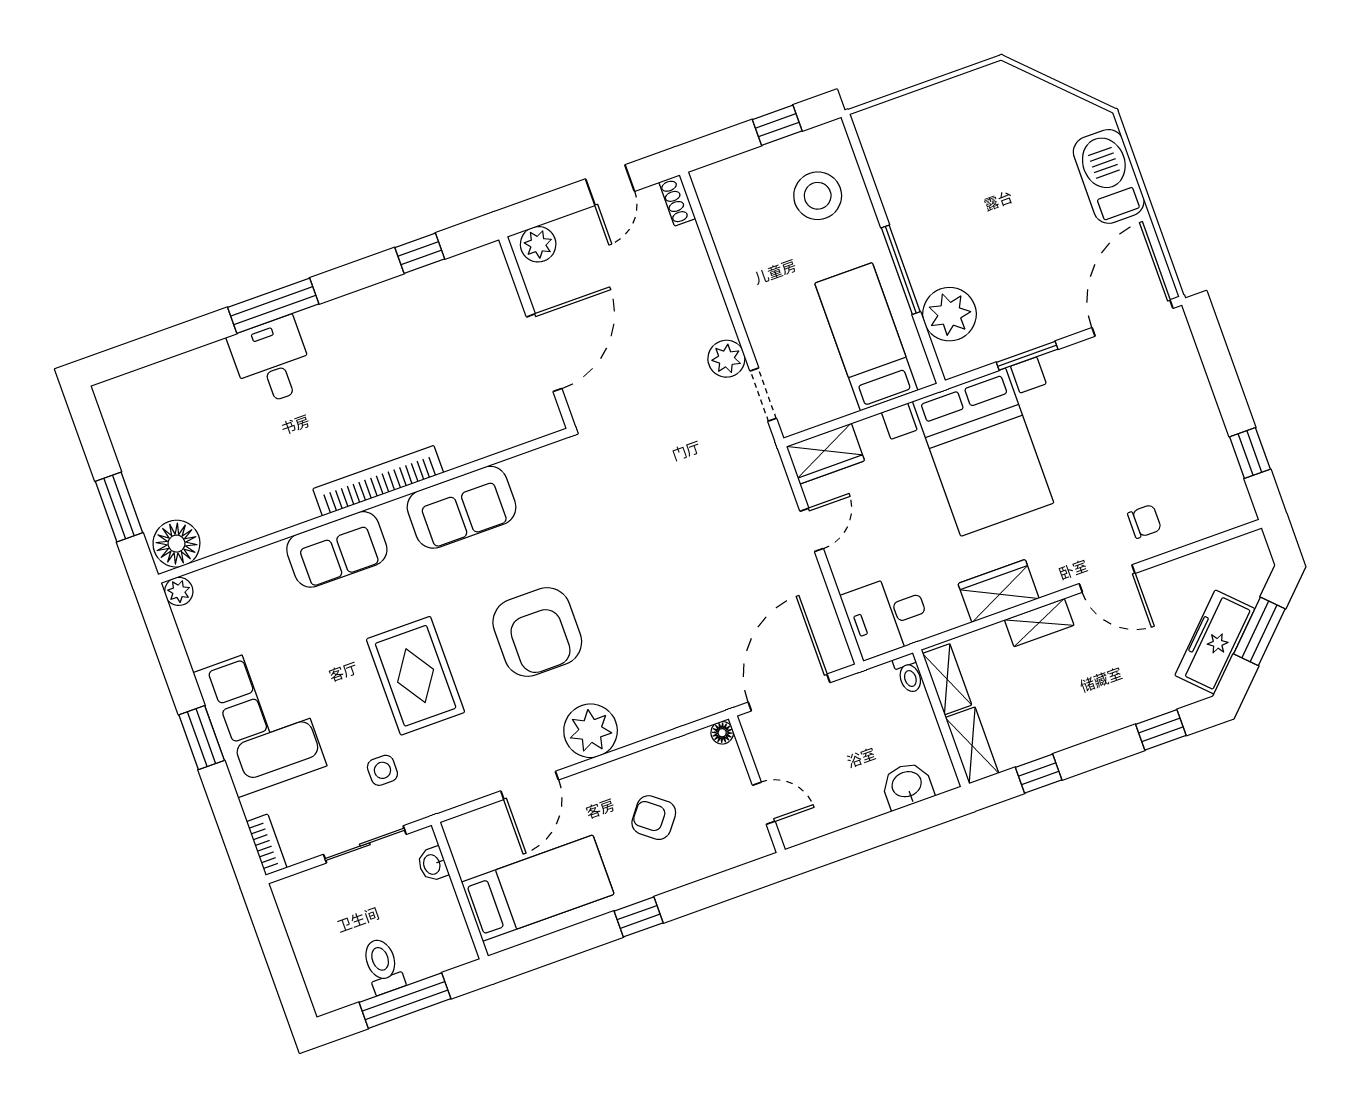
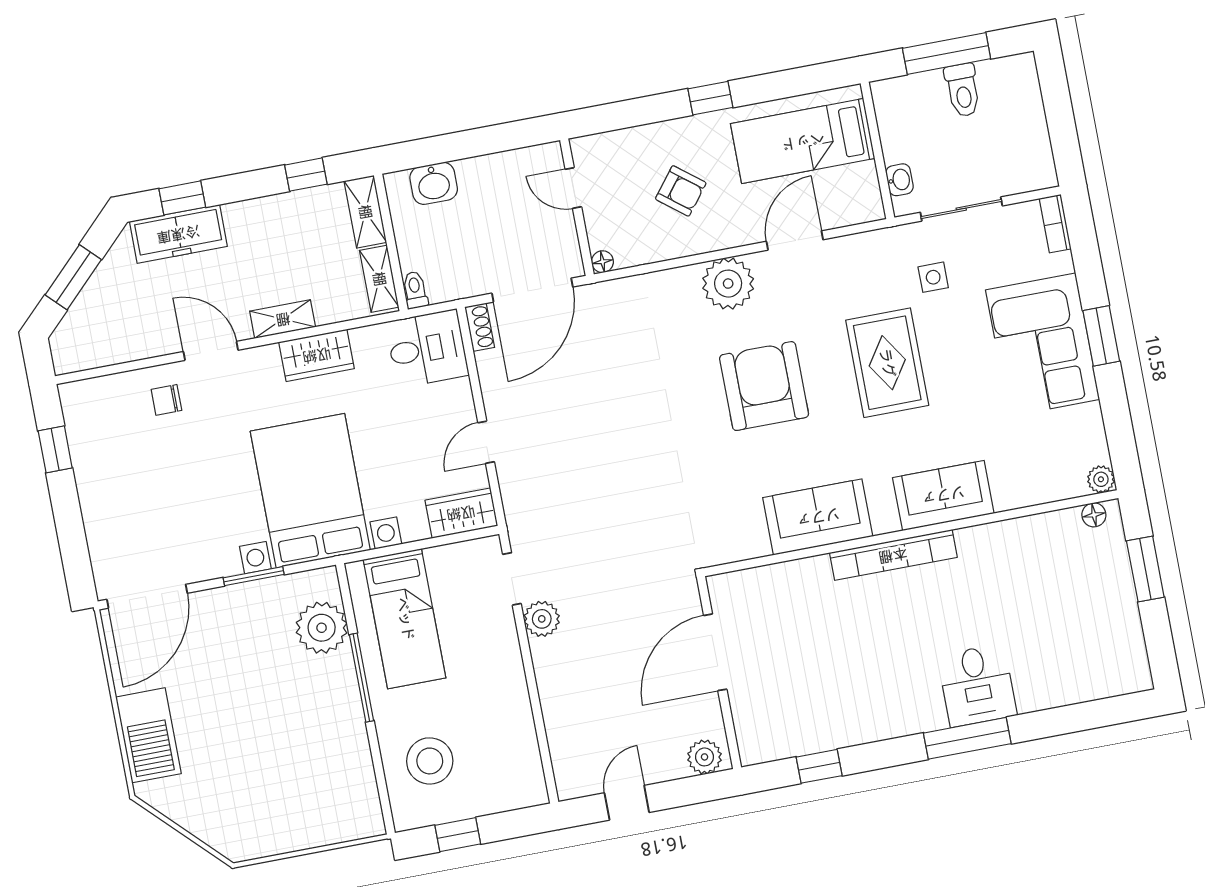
shoe rack: (677, 200) -> (480, 327), moved
floor lamp: (176, 544) -> (1094, 515), width x0.53, depth x0.53
freezer: (1215, 642) -> (178, 234), moved, turned 45

